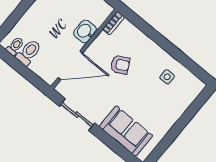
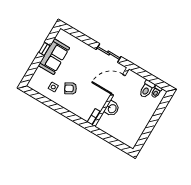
armchair: (120, 65) -> (71, 88), moved
sofa: (126, 131) -> (54, 57), moved, turned -90
window: (172, 135) -> (44, 49), added

